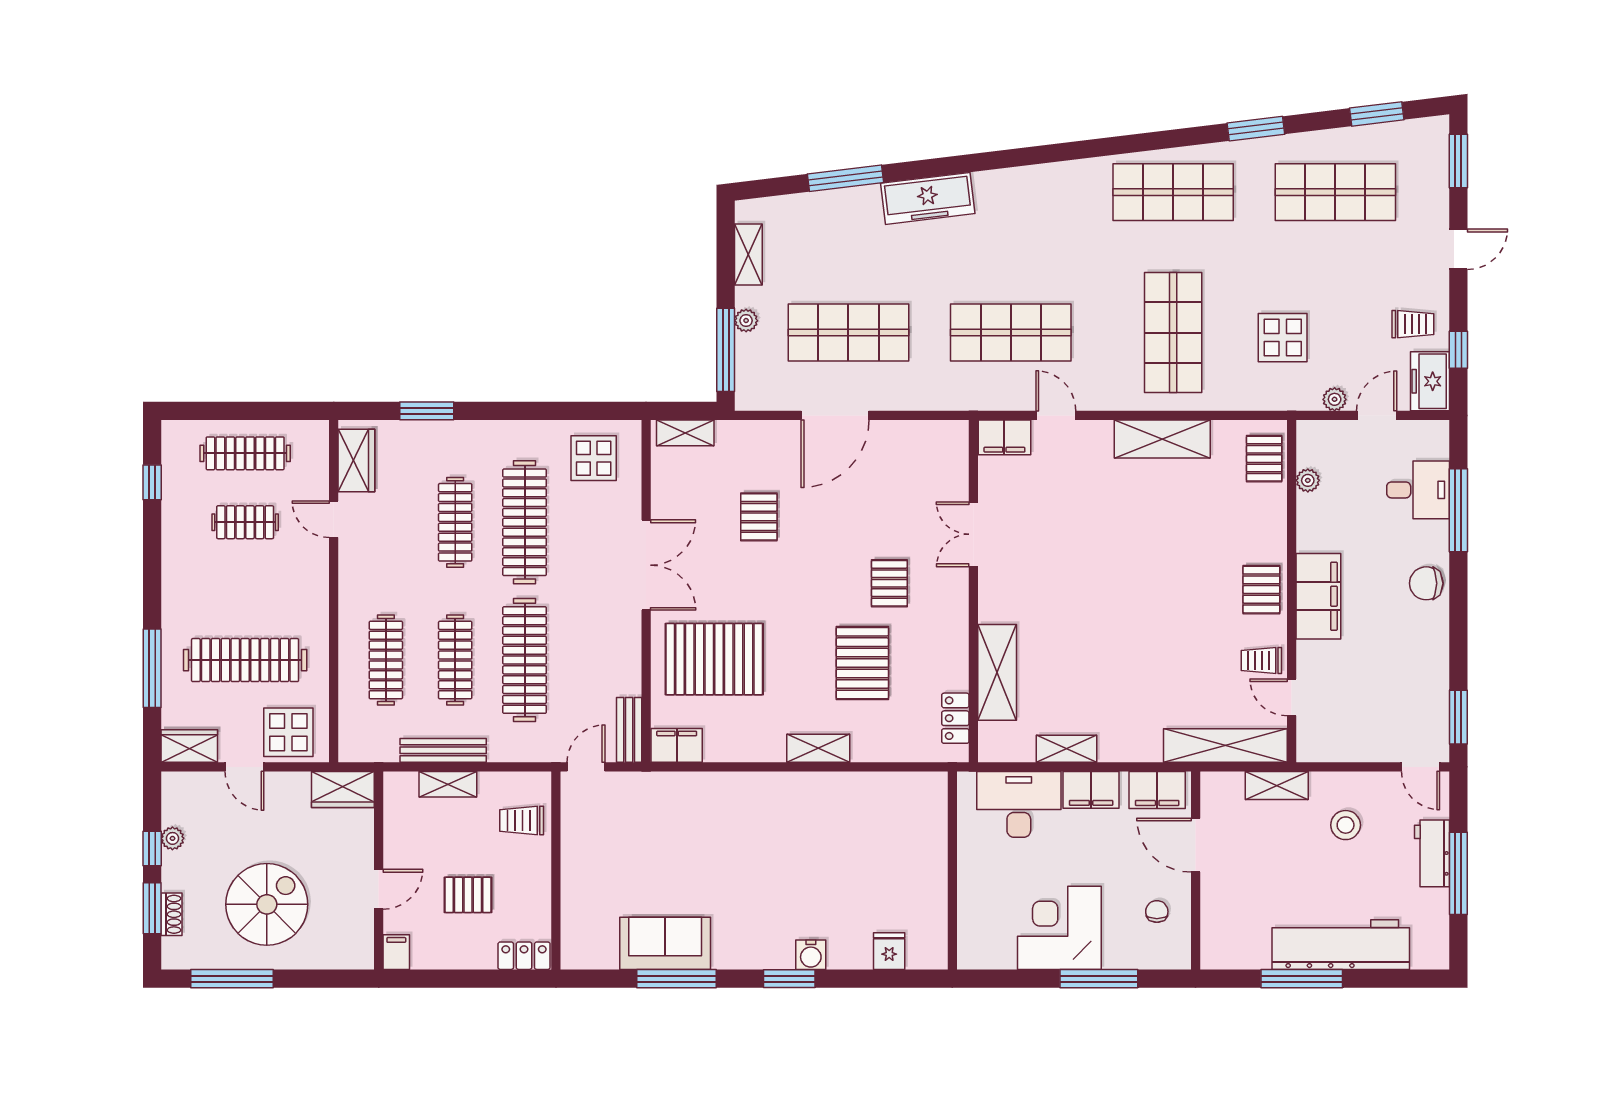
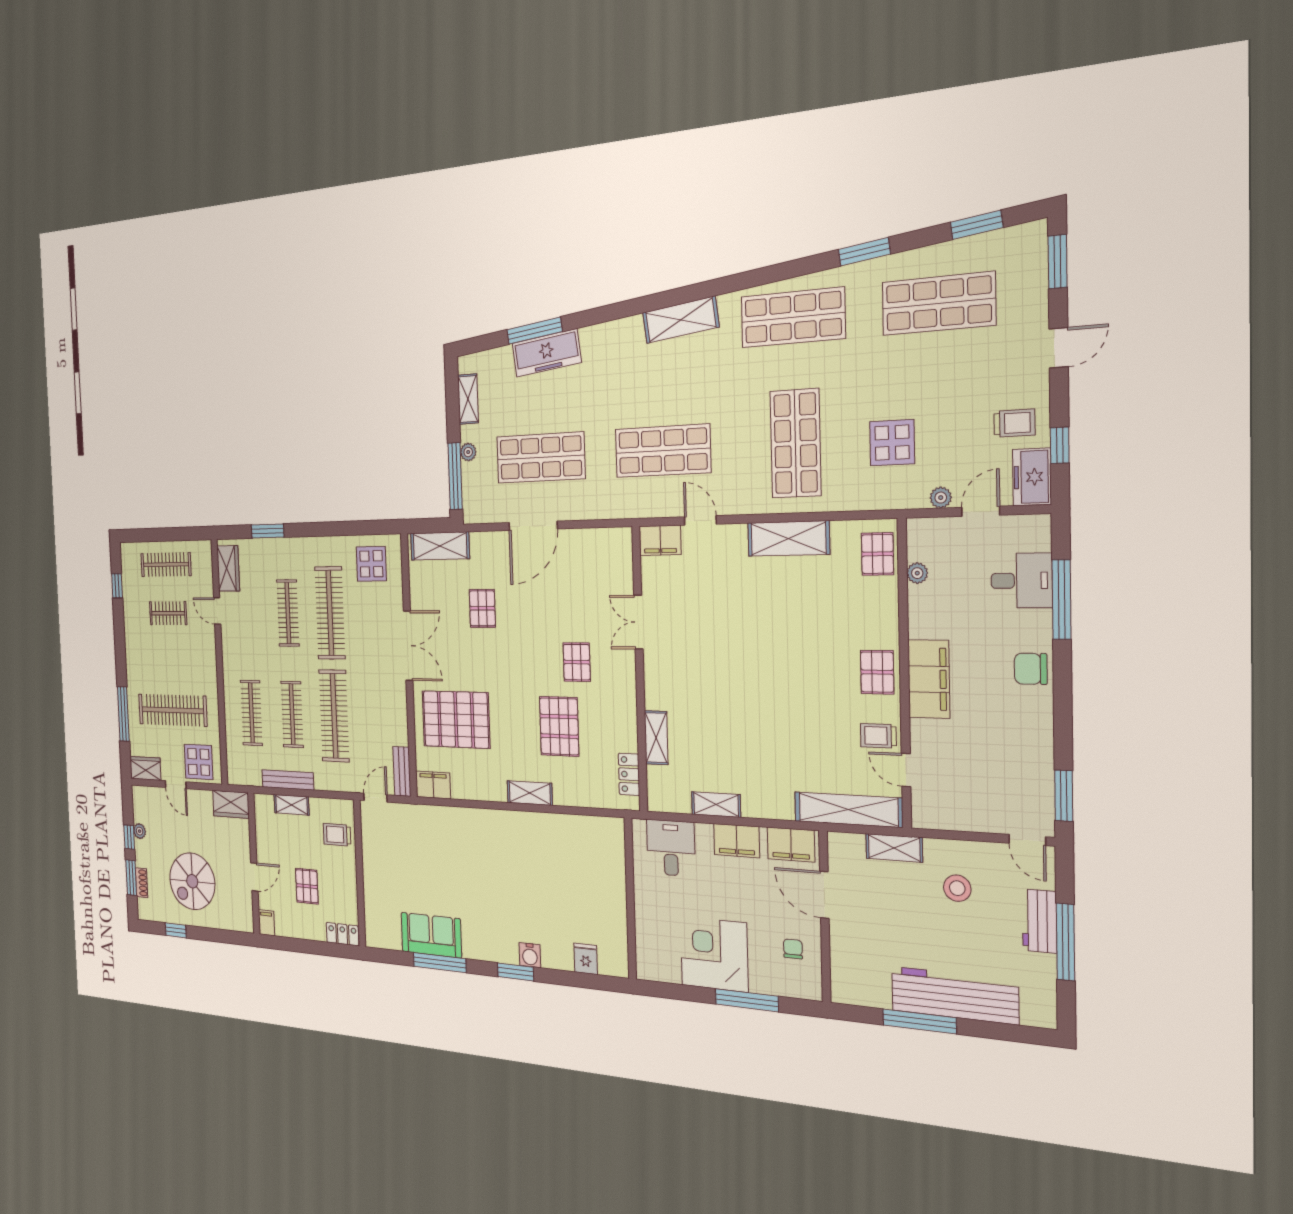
shelving: (1038, 183) -> (681, 320), added
freezer: (928, 198) -> (547, 353), moved
shelving: (685, 433) -> (440, 546), width x1.50, depth x1.33
shelving: (997, 672) -> (656, 738), width x0.67, depth x0.75
desk: (1019, 804) -> (671, 848), width x0.73
pallet: (468, 895) -> (307, 886), turned 90
spiral stairs: (267, 904) -> (192, 881), turned 180
window: (232, 979) -> (176, 930), width x0.46

